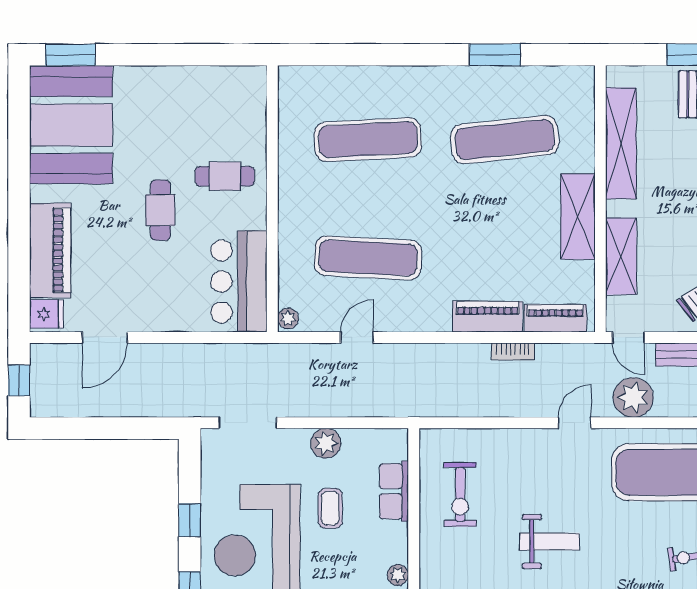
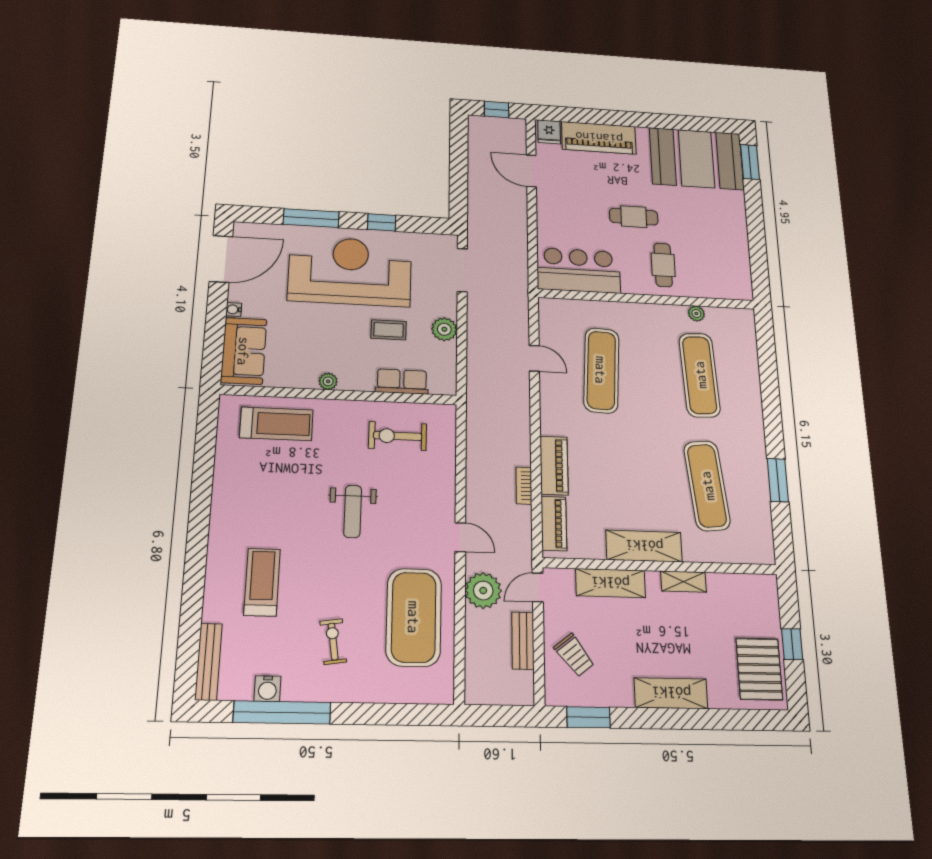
shelving: (621, 143) -> (683, 582), width x0.45, depth x0.75
plant: (288, 319) -> (696, 313), moved

